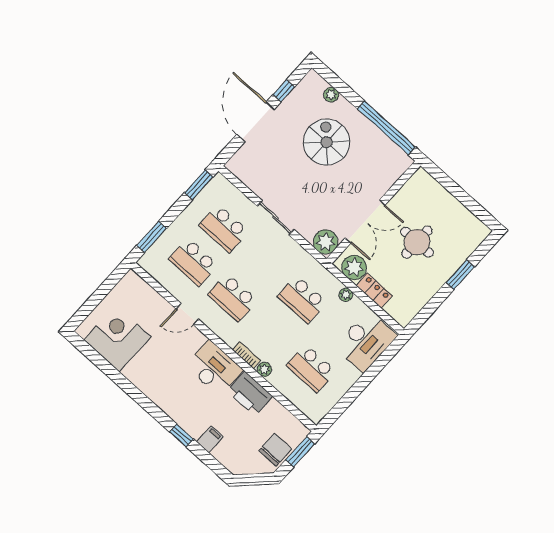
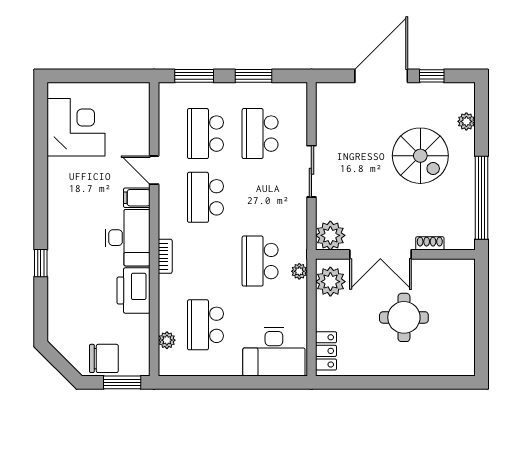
spiral stairs: (326, 142) -> (420, 156), turned 90
window: (199, 185) -> (254, 76), moved
shoe rack: (386, 185) -> (430, 243), added
window: (460, 275) -> (410, 382), removed
locker: (374, 291) -> (326, 351), moved
plant: (346, 295) -> (299, 271), moved
plant: (264, 369) -> (167, 340), moved
filing cabinet: (210, 439) -> (137, 198), moved, turned 180

